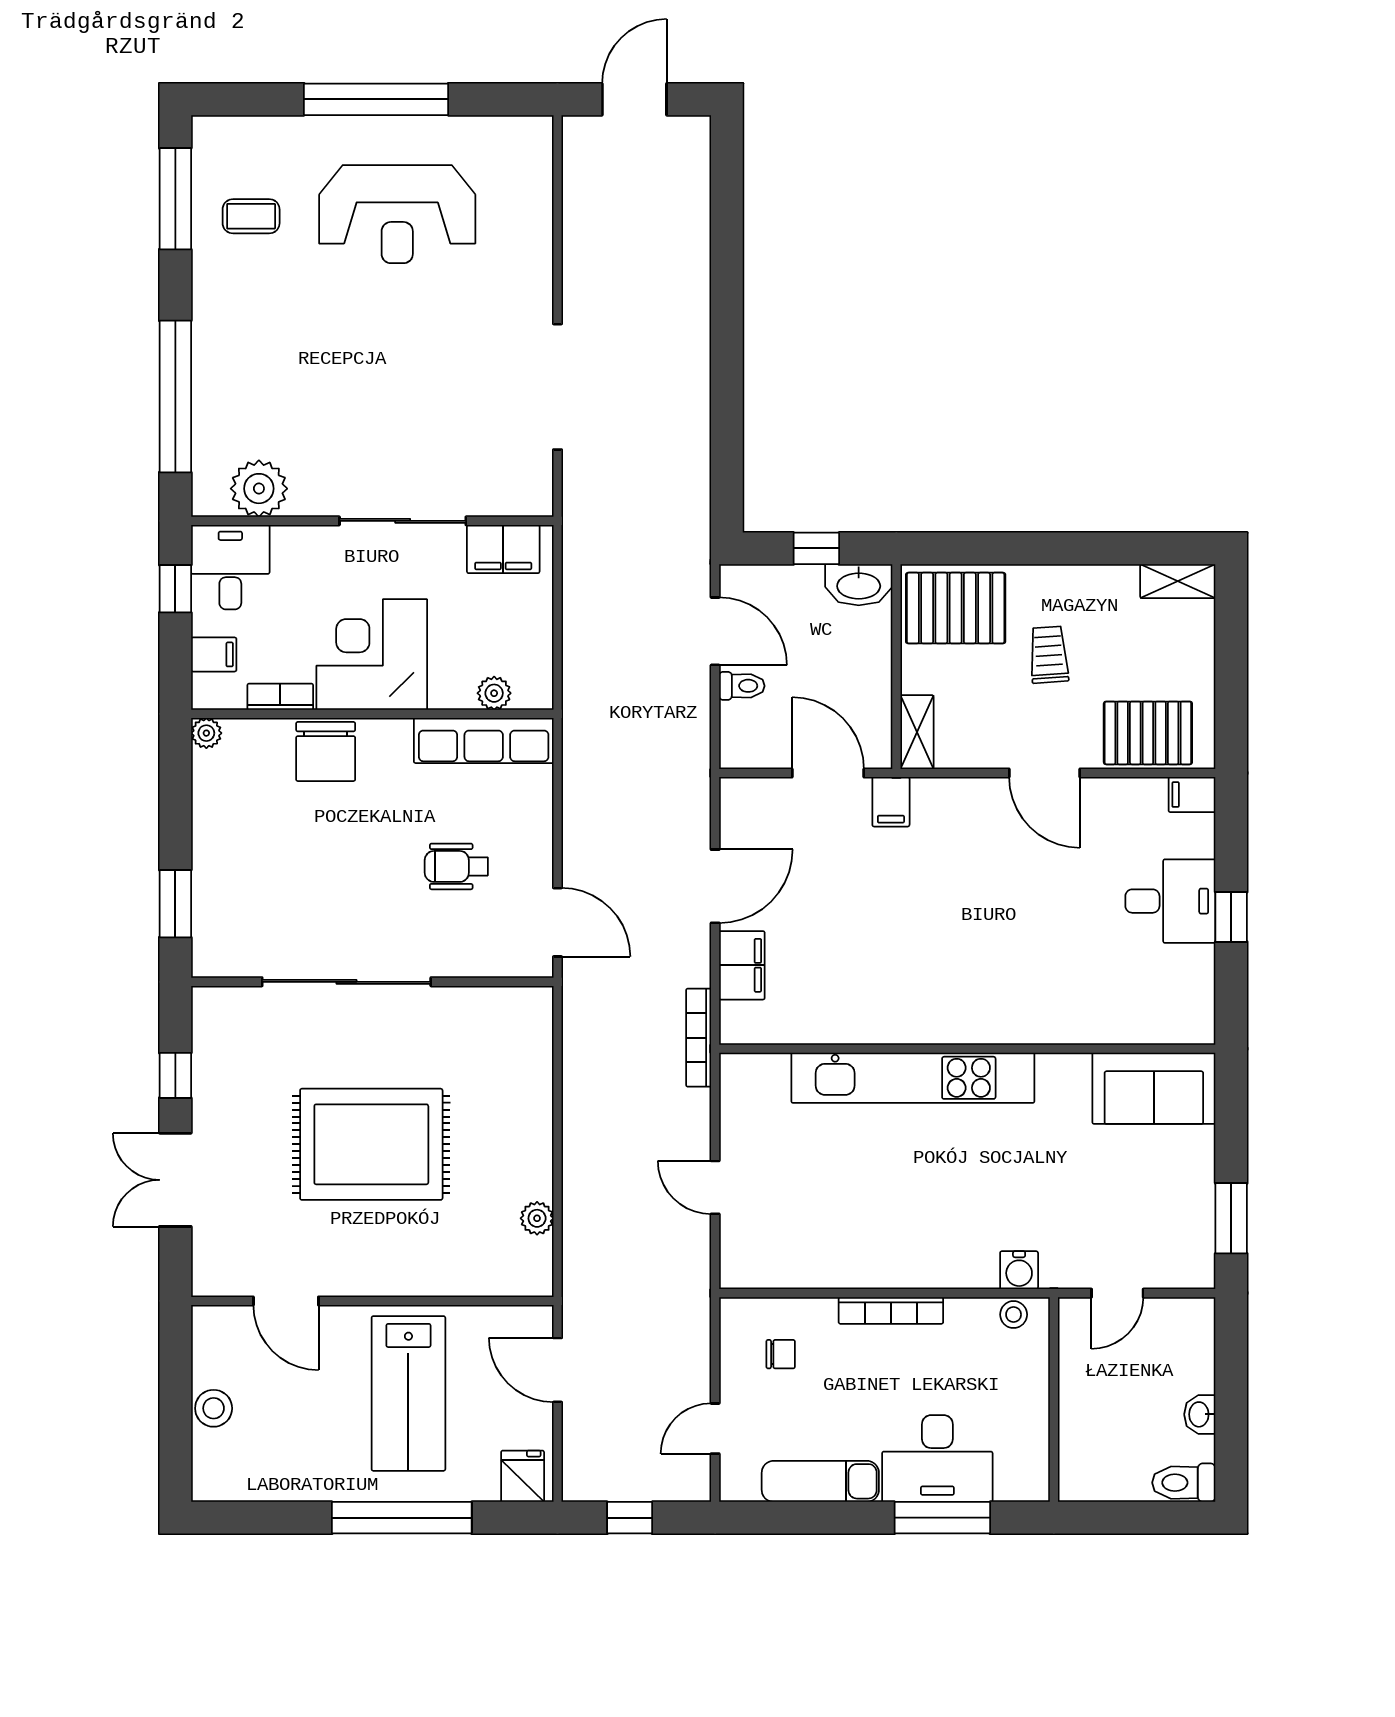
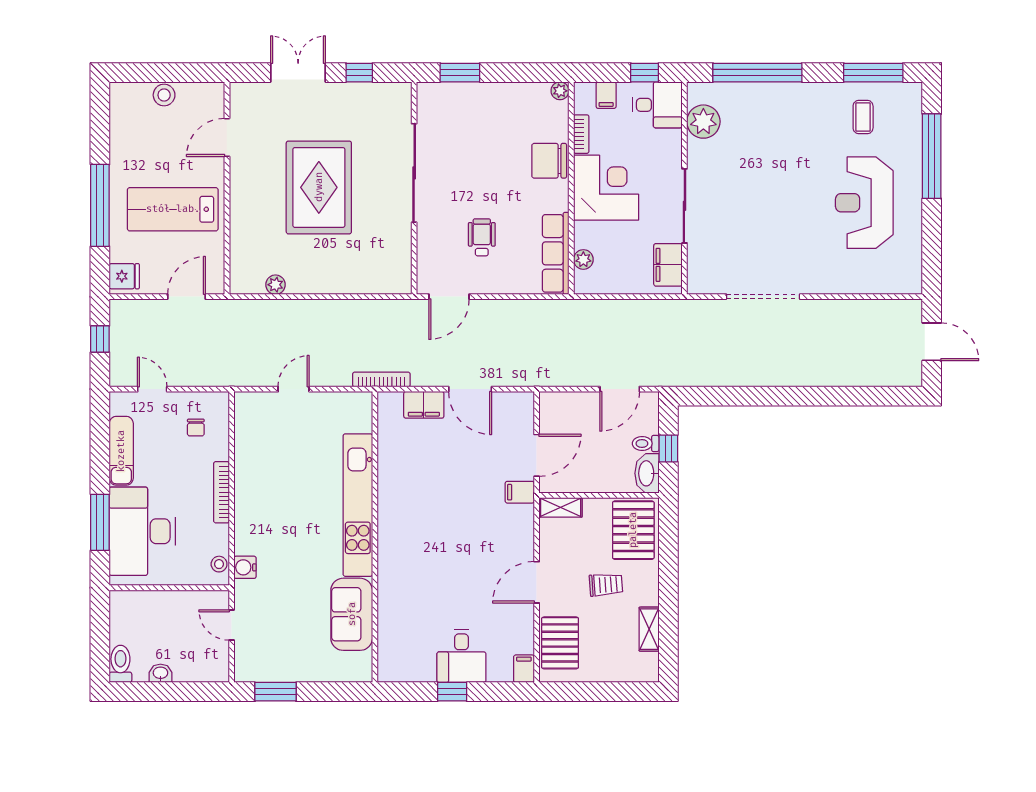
window: (376, 99) -> (932, 156), moved
shelving: (1178, 581) -> (649, 629), moved
toilet: (742, 686) -> (646, 443), moved, turned 90
sofa: (1154, 1088) -> (352, 614), moved
desk: (937, 1458) -> (142, 531), width x1.36, depth x1.30

